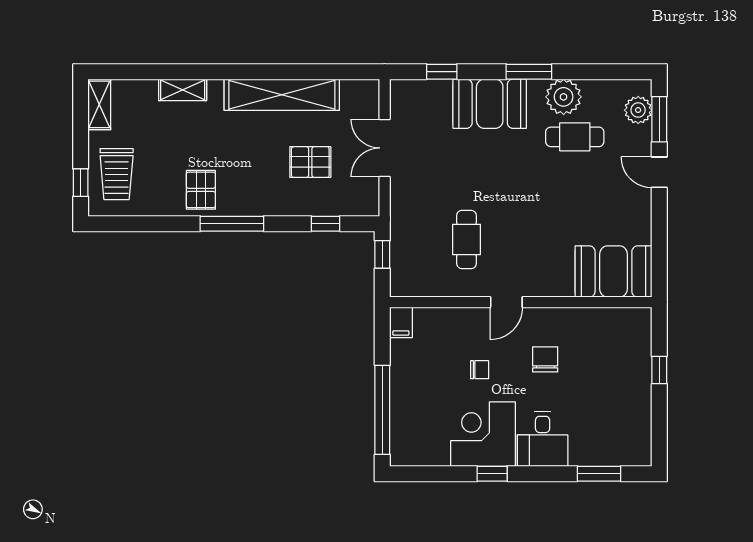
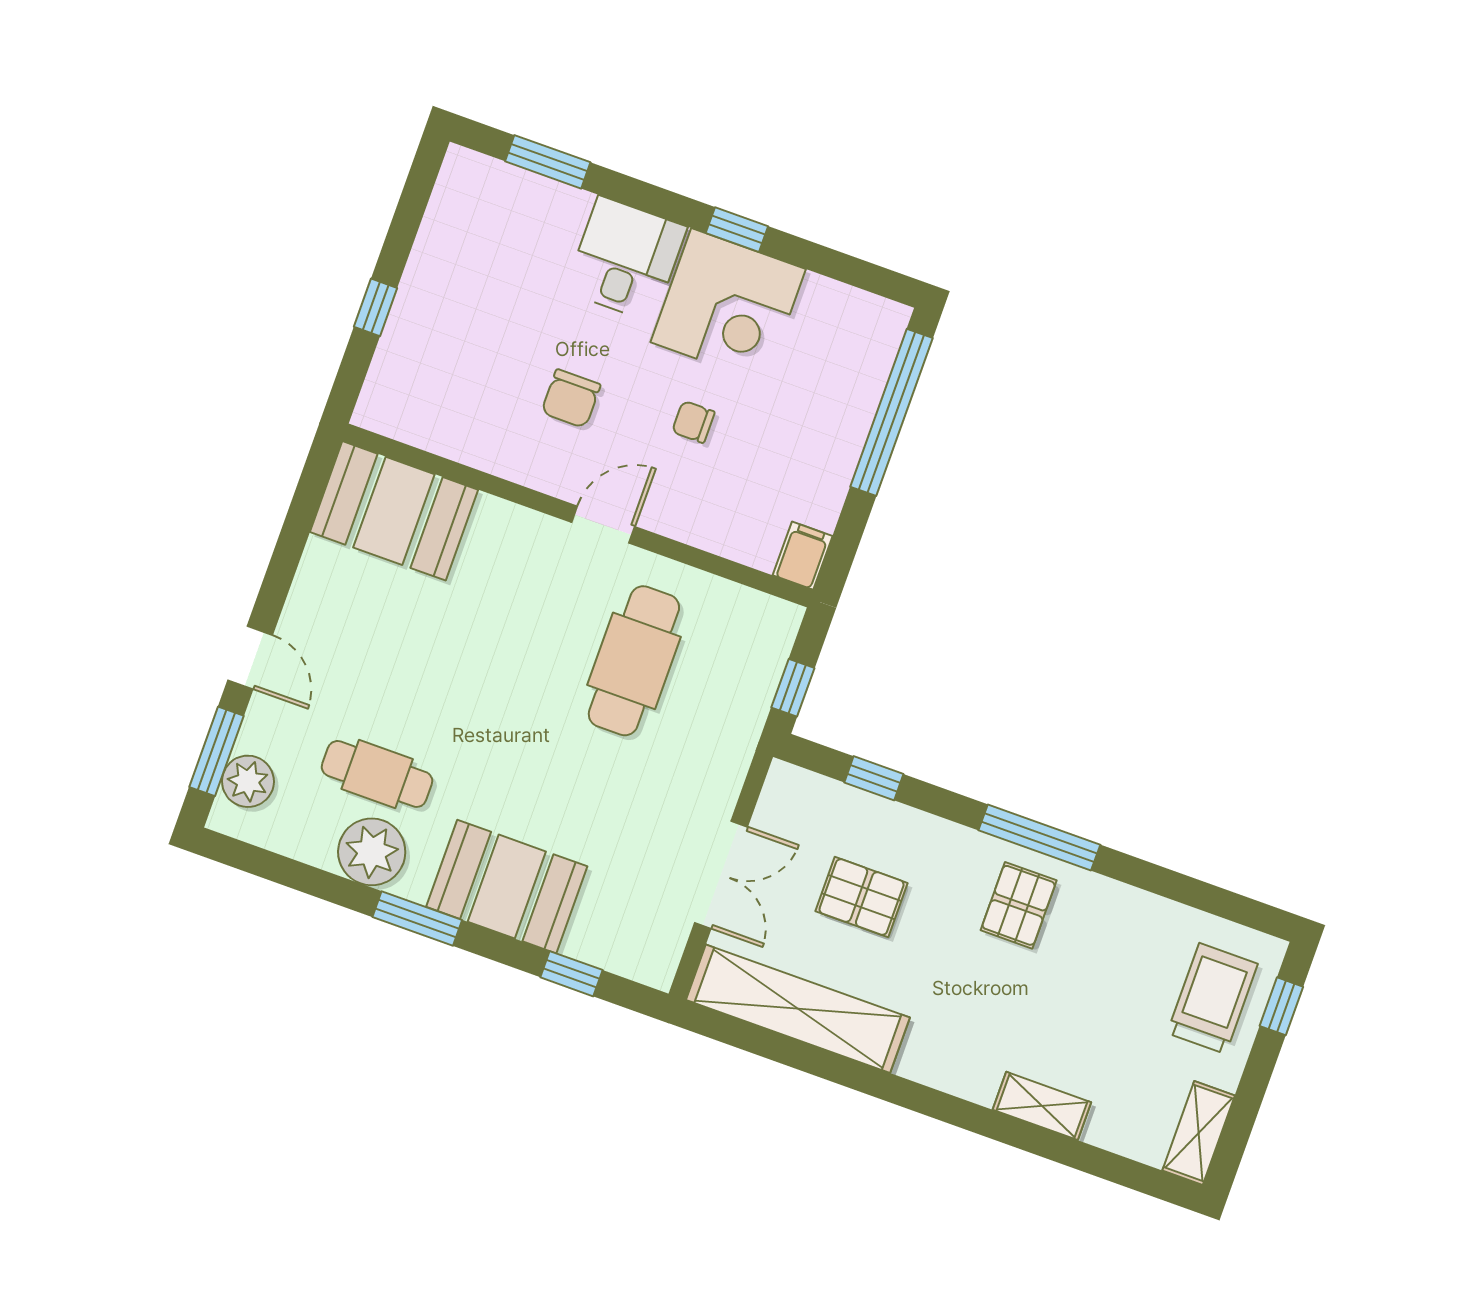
shelving: (282, 95) -> (798, 1009), moved
pallet: (201, 190) -> (1019, 905), moved
cafe table: (467, 239) -> (634, 661), width x1.37, depth x1.35

